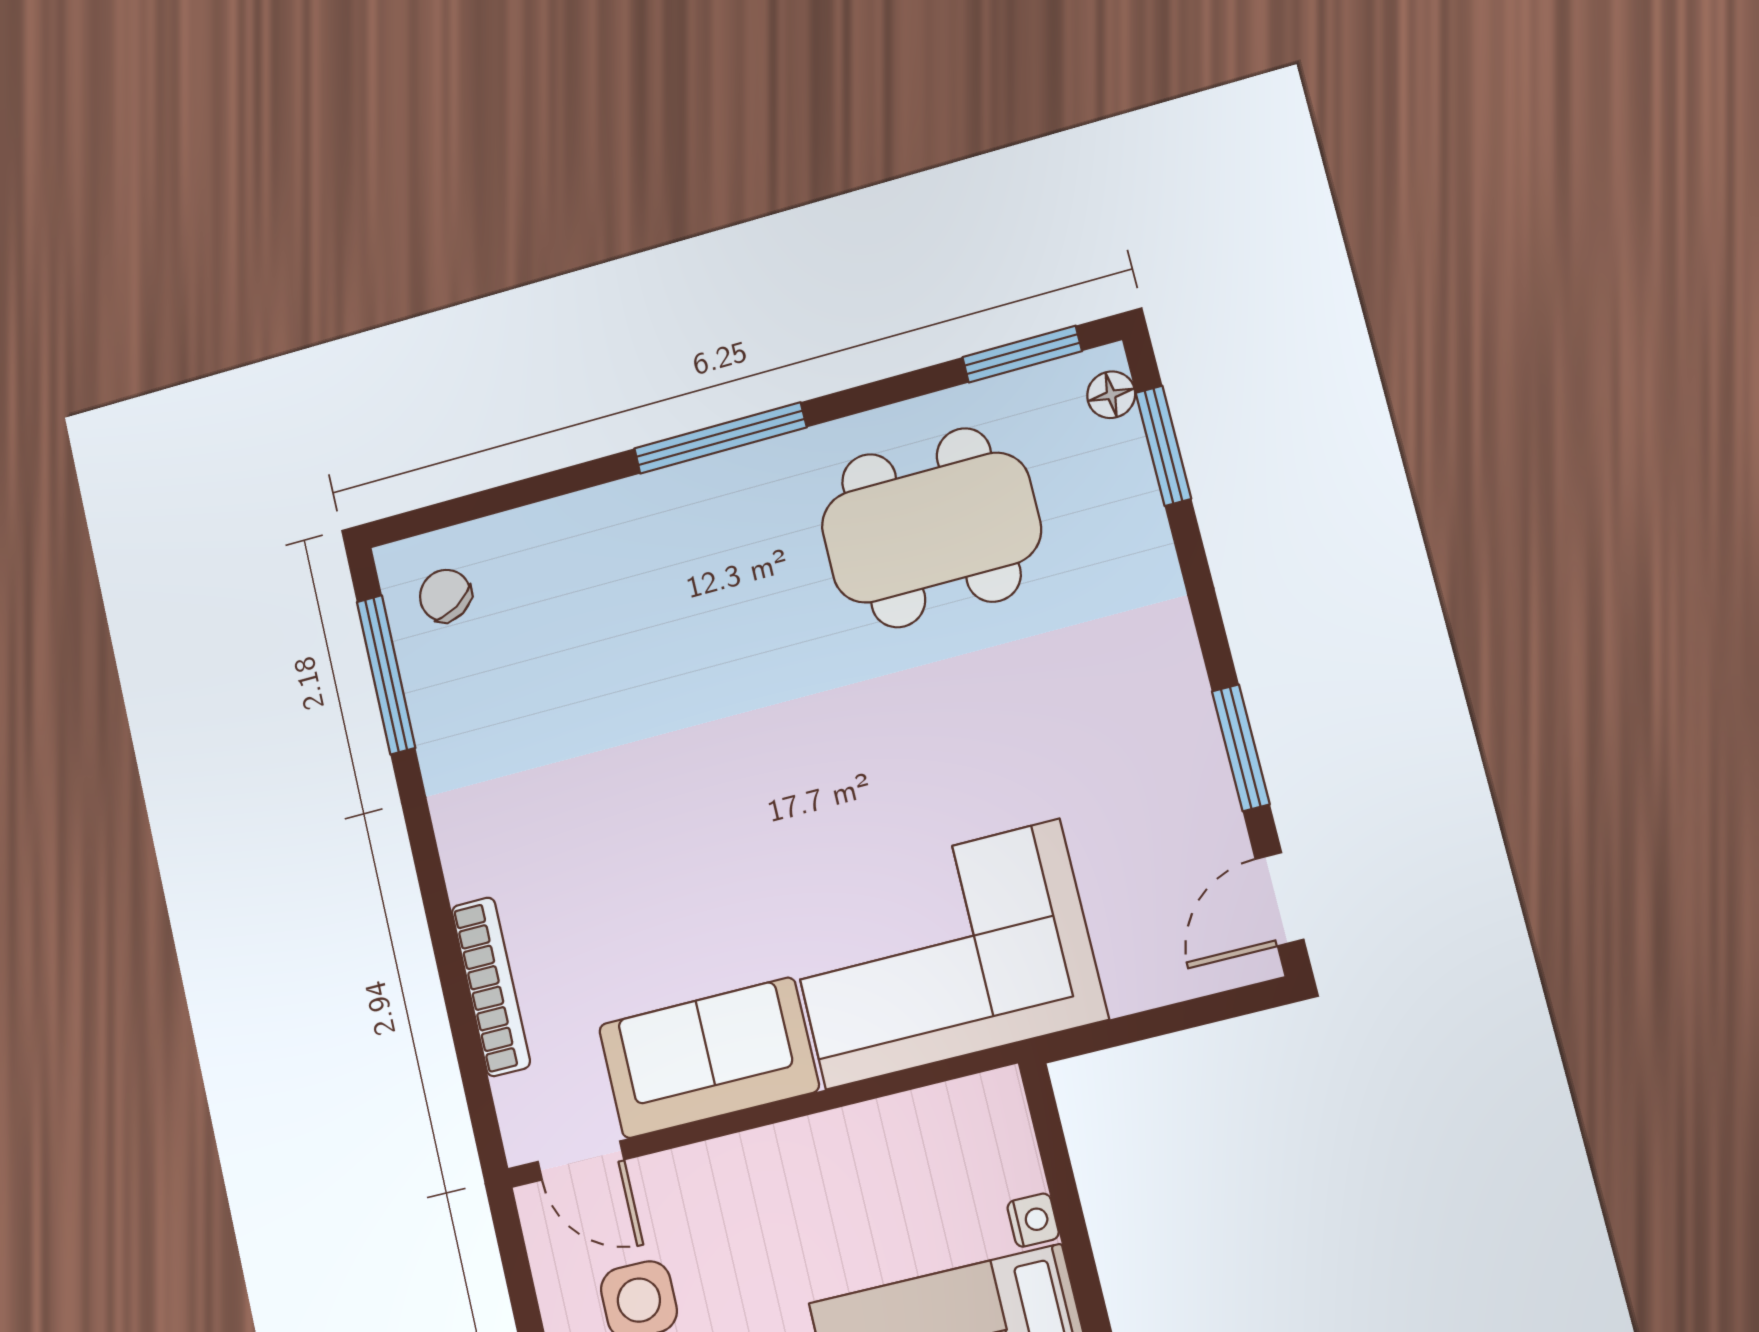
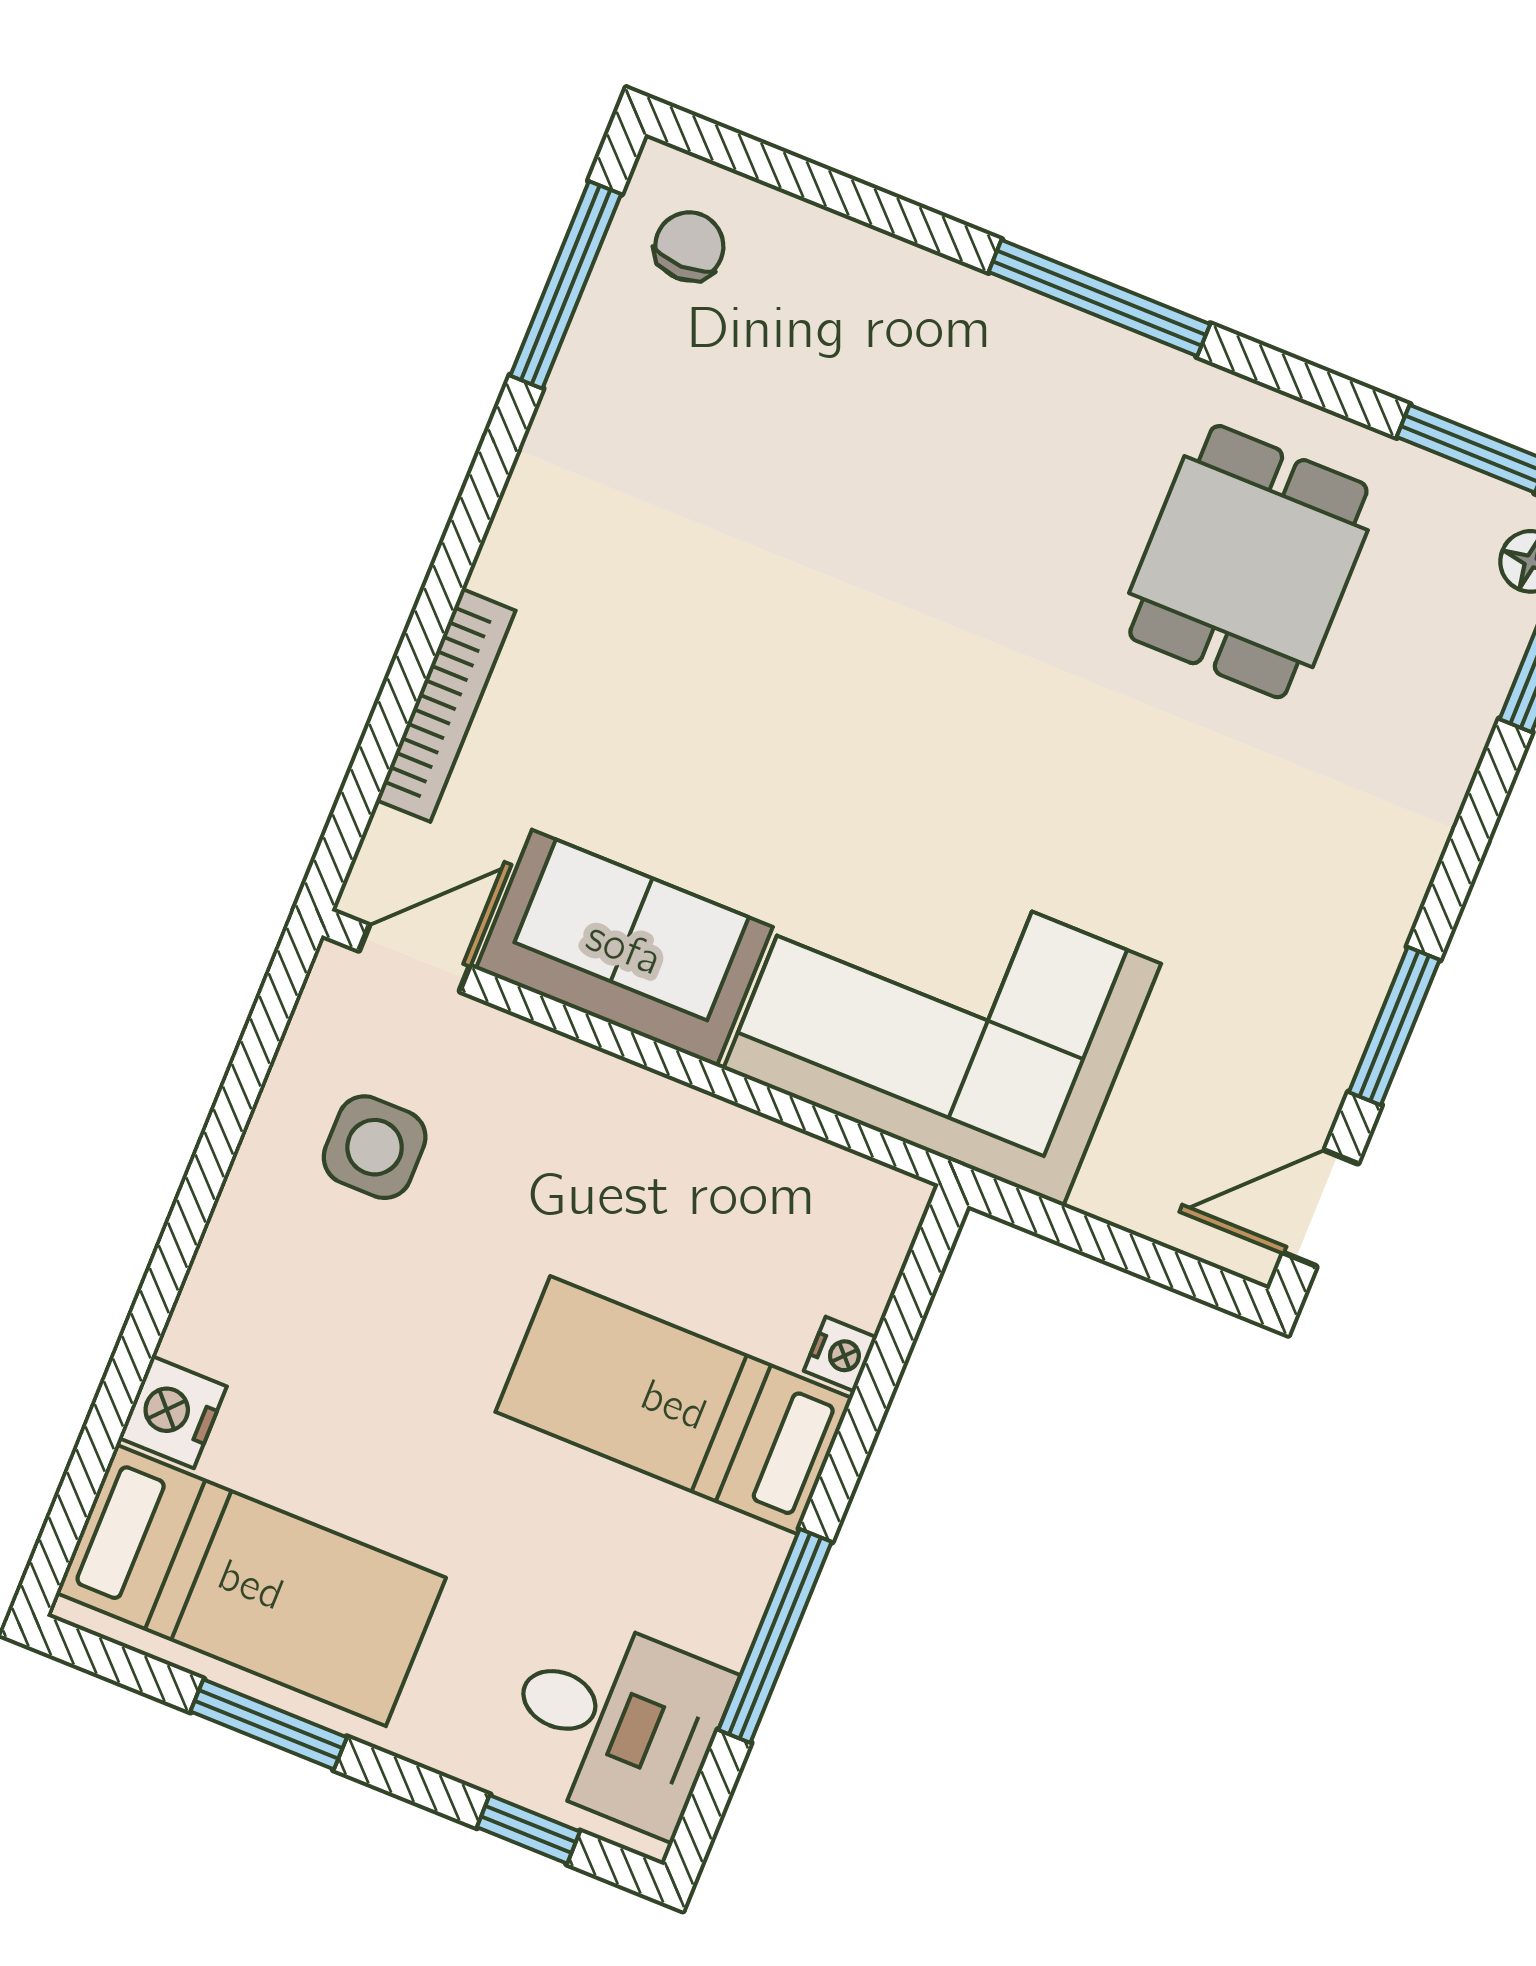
dining table: (931, 528) -> (1248, 562), width x0.73
chair: (445, 595) -> (689, 246), turned 32
door: (581, 1161) -> (414, 958), swing flipped

